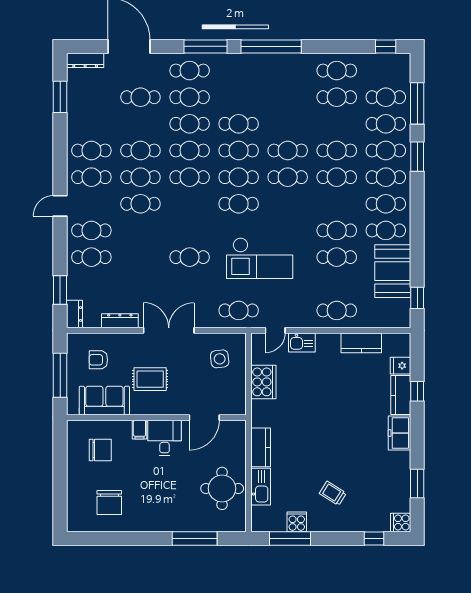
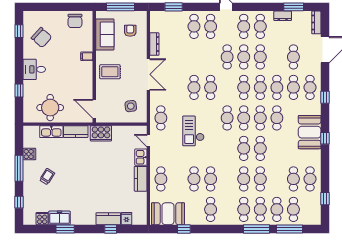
window: (206, 46) -> (325, 97), width x0.46
window: (271, 46) -> (325, 138), width x0.32
window: (386, 46) -> (325, 199), moved
booth: (261, 71) -> (310, 132), added
window: (417, 157) -> (256, 229), width x1.44
cafe table: (386, 204) -> (211, 87), moved
checkout: (260, 258) -> (193, 131), width x0.73, depth x0.83
booth: (393, 271) -> (168, 214), moved
window: (417, 298) -> (184, 229), moved
dresser: (74, 314) -> (283, 16), moved
kitchen counter: (361, 343) -> (141, 179), moved
rug: (150, 379) -> (110, 72), moved, turned 90
cooker: (263, 382) -> (101, 133), moved
door: (204, 418) -> (94, 109), moved
freezer: (399, 433) -> (59, 218), moved
desk: (165, 438) -> (34, 69), moved, turned 180
chair: (100, 450) -> (75, 21), moved
window: (417, 484) -> (65, 229), moved
chair: (109, 502) -> (41, 38), turned -138
cooker: (401, 522) -> (42, 219), moved
window: (99, 539) -> (19, 31), added
window: (195, 539) -> (19, 91), width x0.46
window: (290, 539) -> (19, 168), moved

